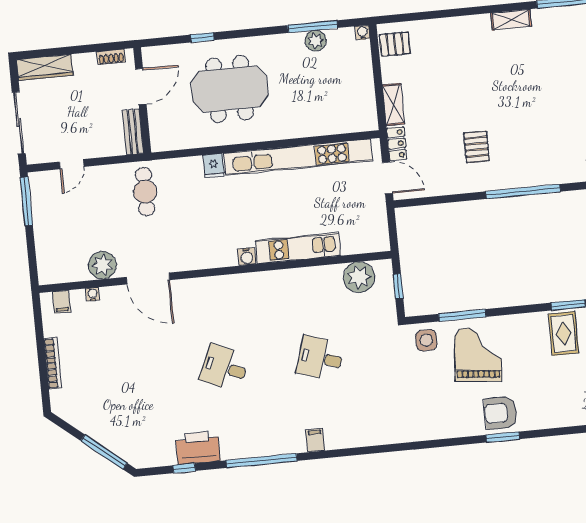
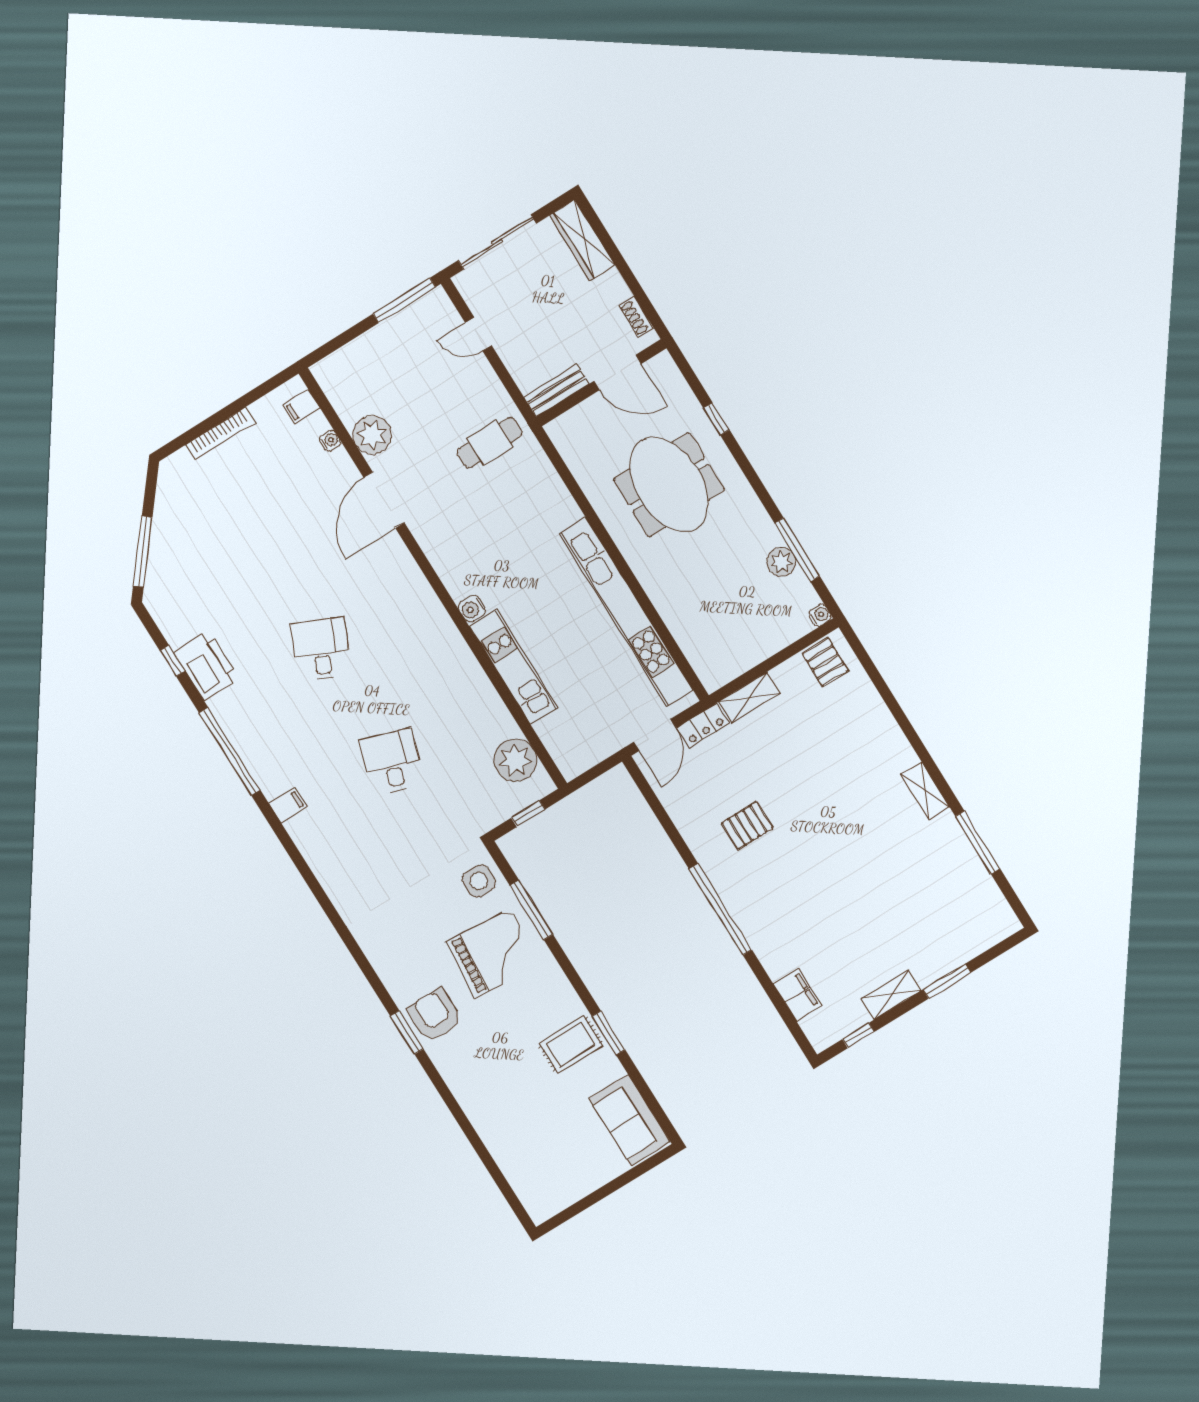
fridge: (214, 166) -> (564, 512), removed

